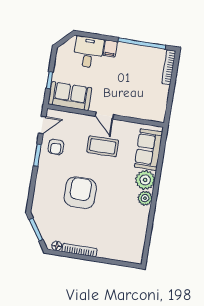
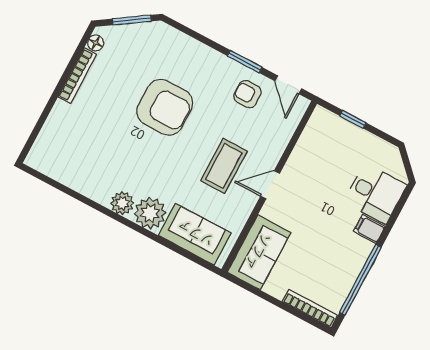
sofa: (70, 96) -> (259, 252), moved

